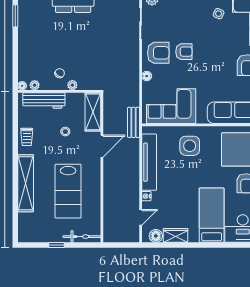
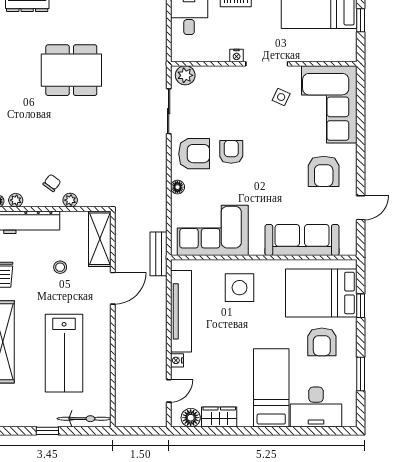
armchair: (184, 52) -> (231, 152), turned -90

